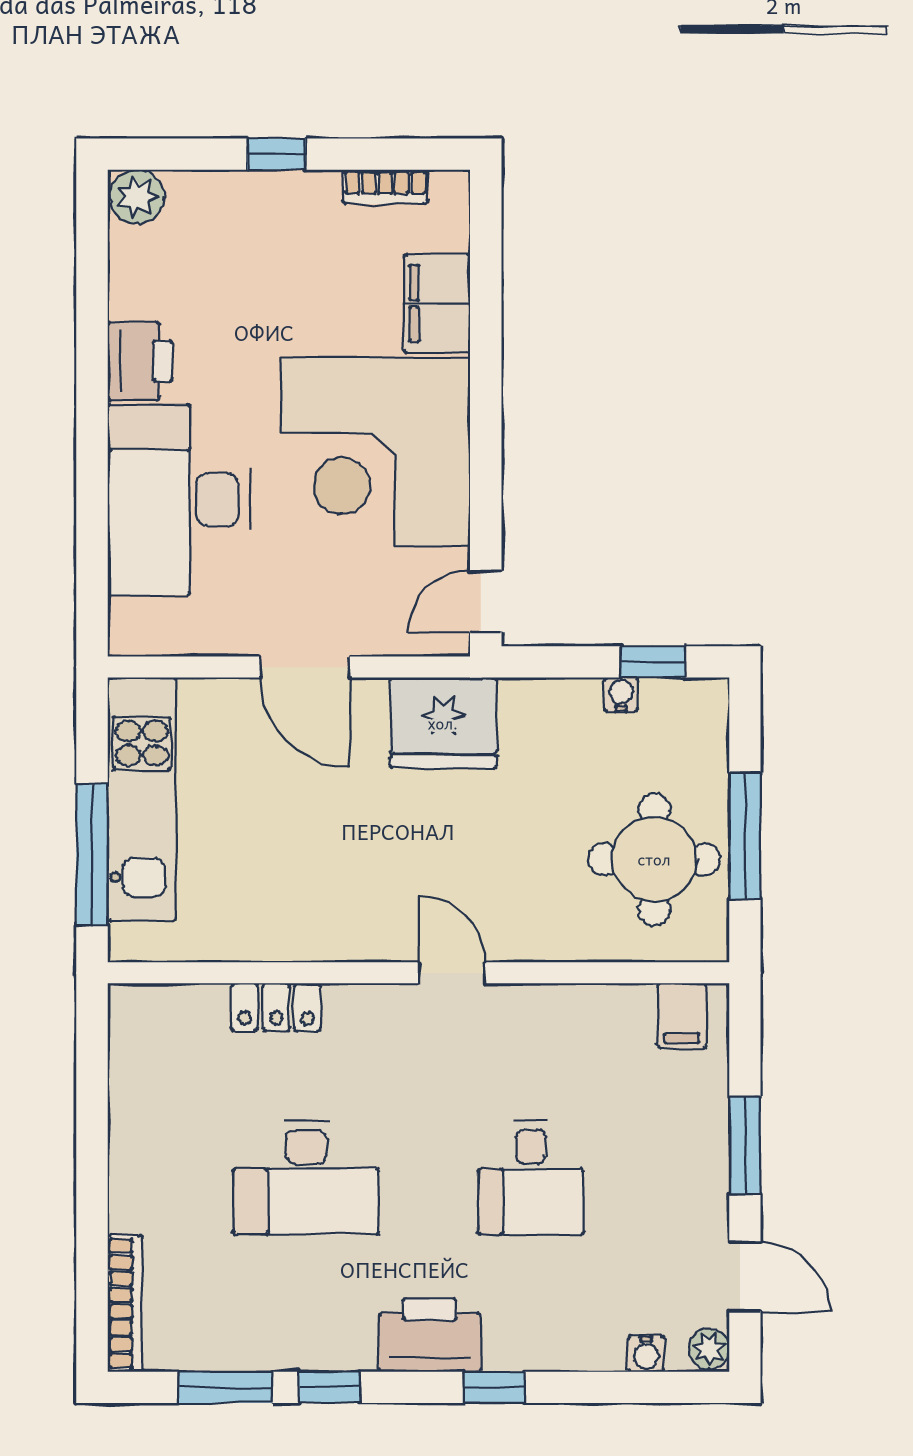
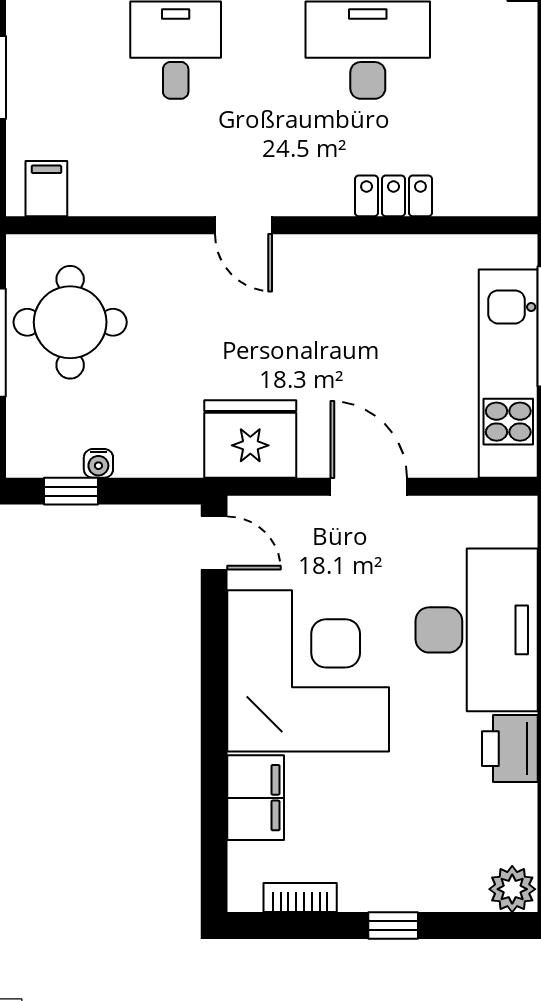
door: (486, 601) -> (214, 543), hinge flipped

